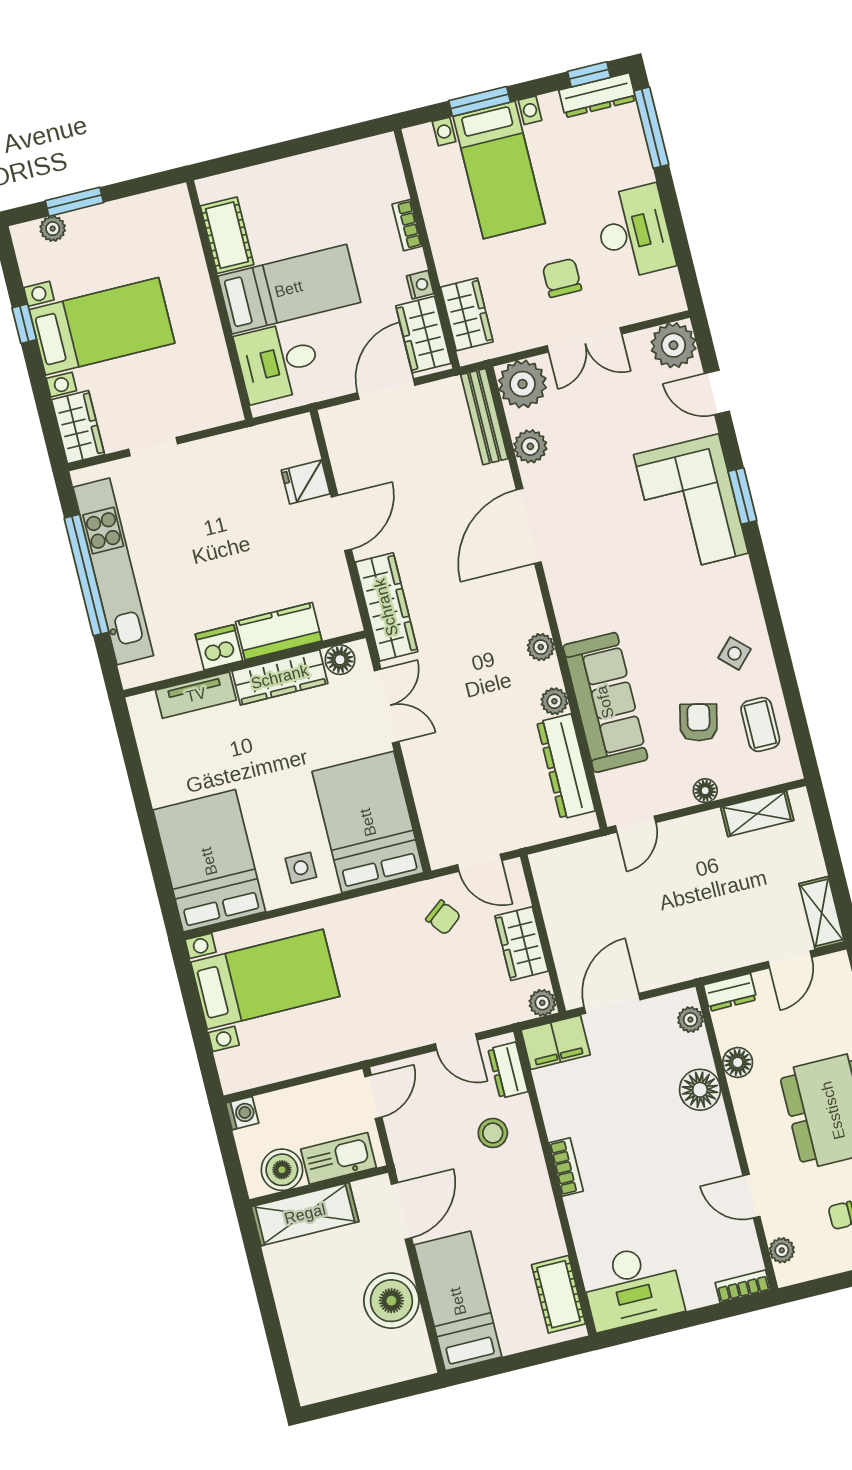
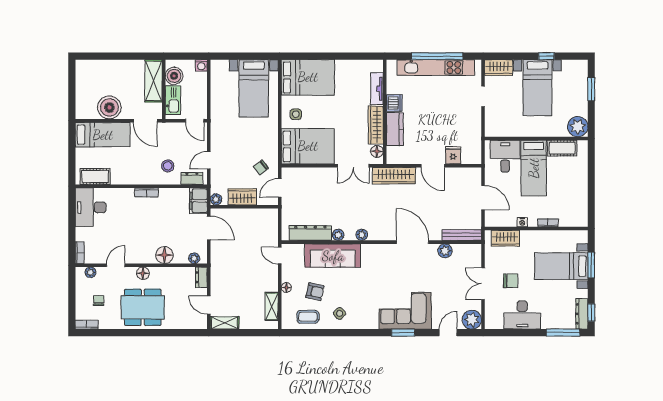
plant: (53, 229) -> (578, 127), moved, width x1.88, depth x1.88
wardrobe: (423, 335) -> (502, 218), removed
plant: (522, 384) -> (471, 254), removed
floor lamp: (738, 1062) -> (143, 273), moved

